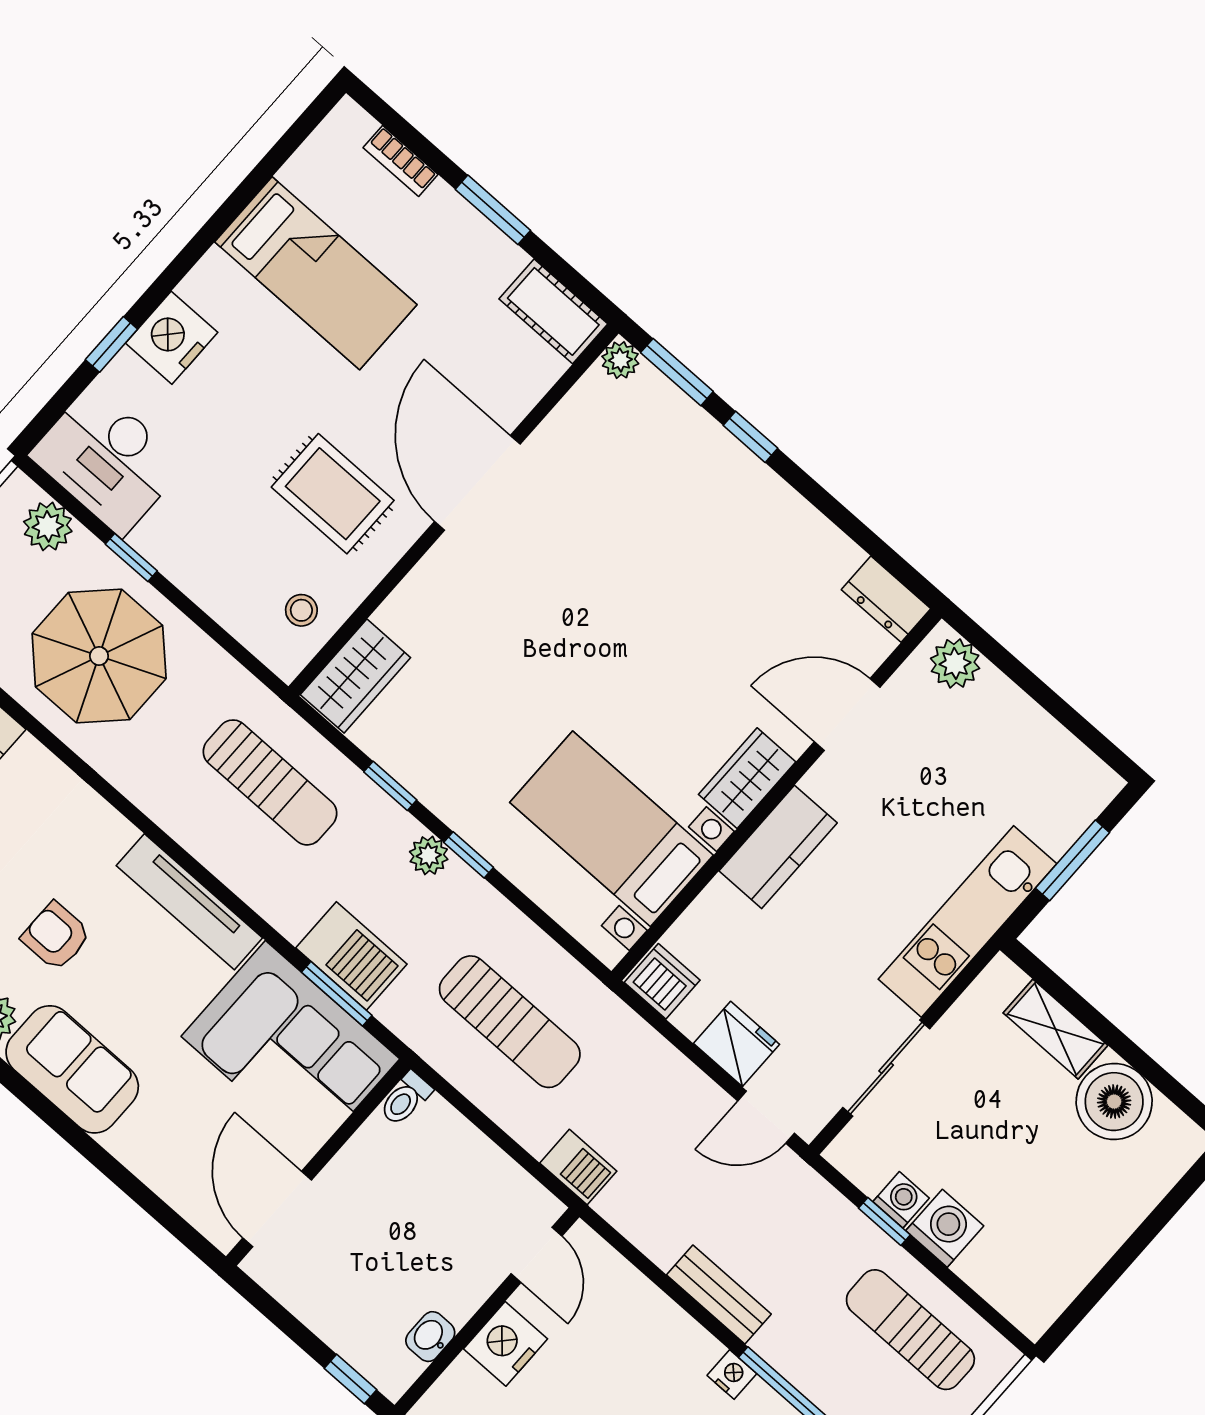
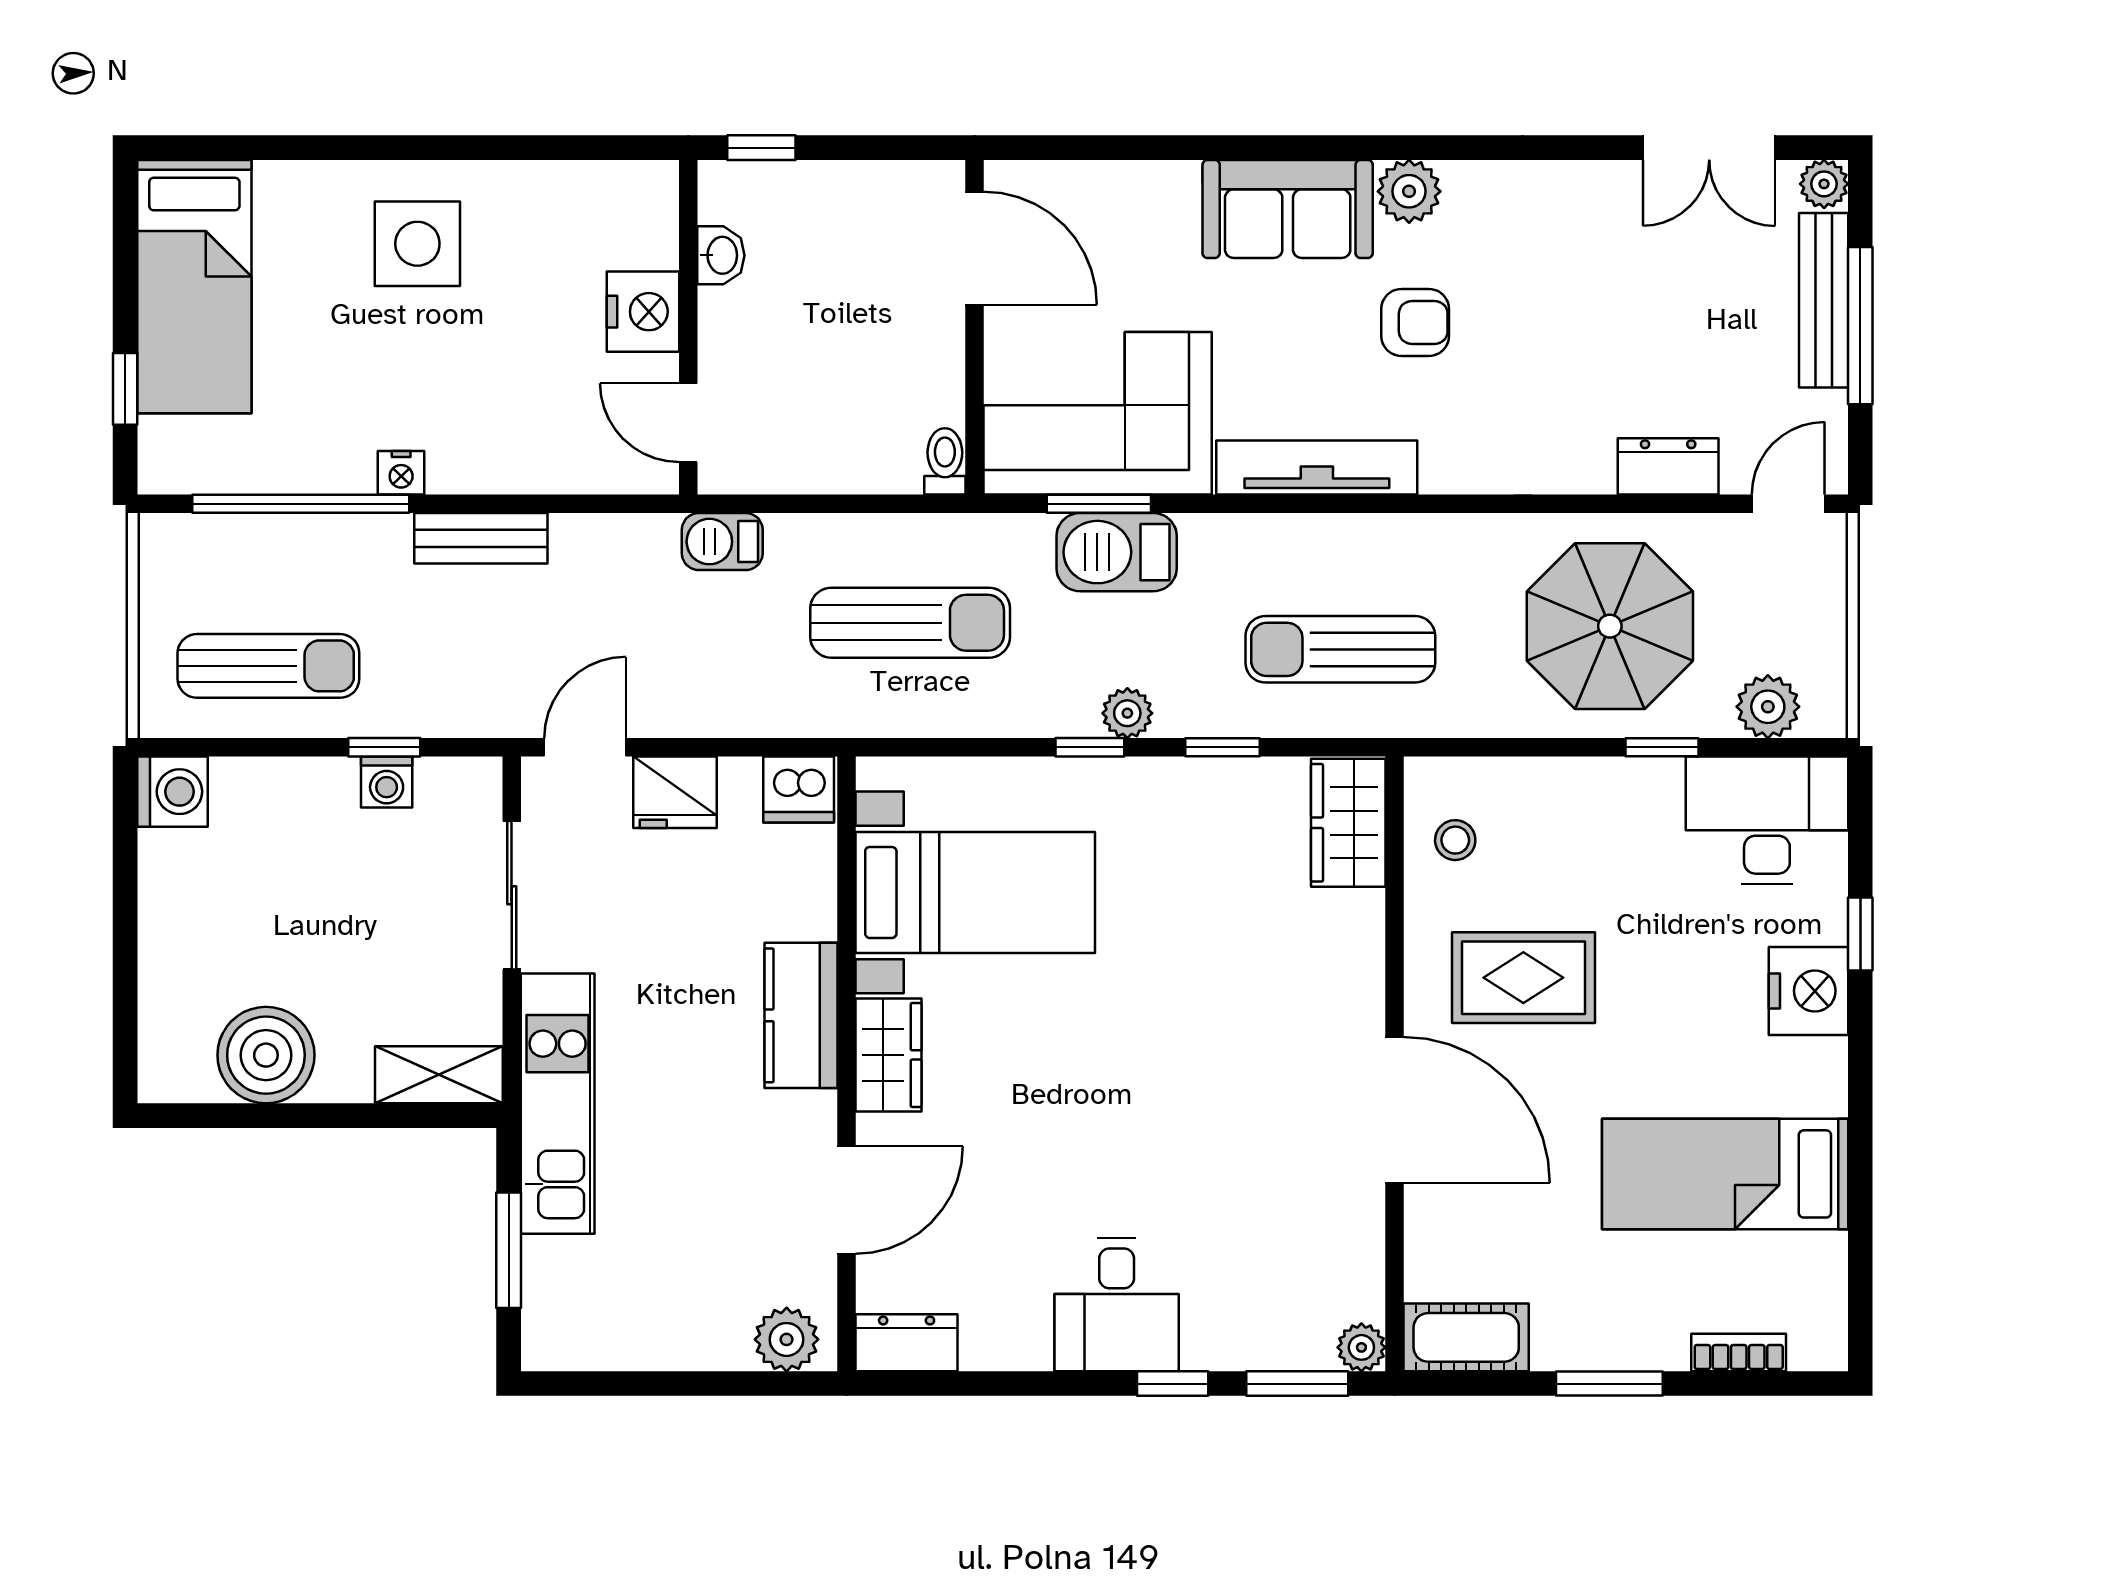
desk: (742, 512) -> (1117, 1305), added
sun lounger: (510, 1022) -> (910, 623), turned 180
shelving: (1055, 1029) -> (439, 1075), moved
washing machine: (945, 1228) -> (172, 792), moved, turned -90

